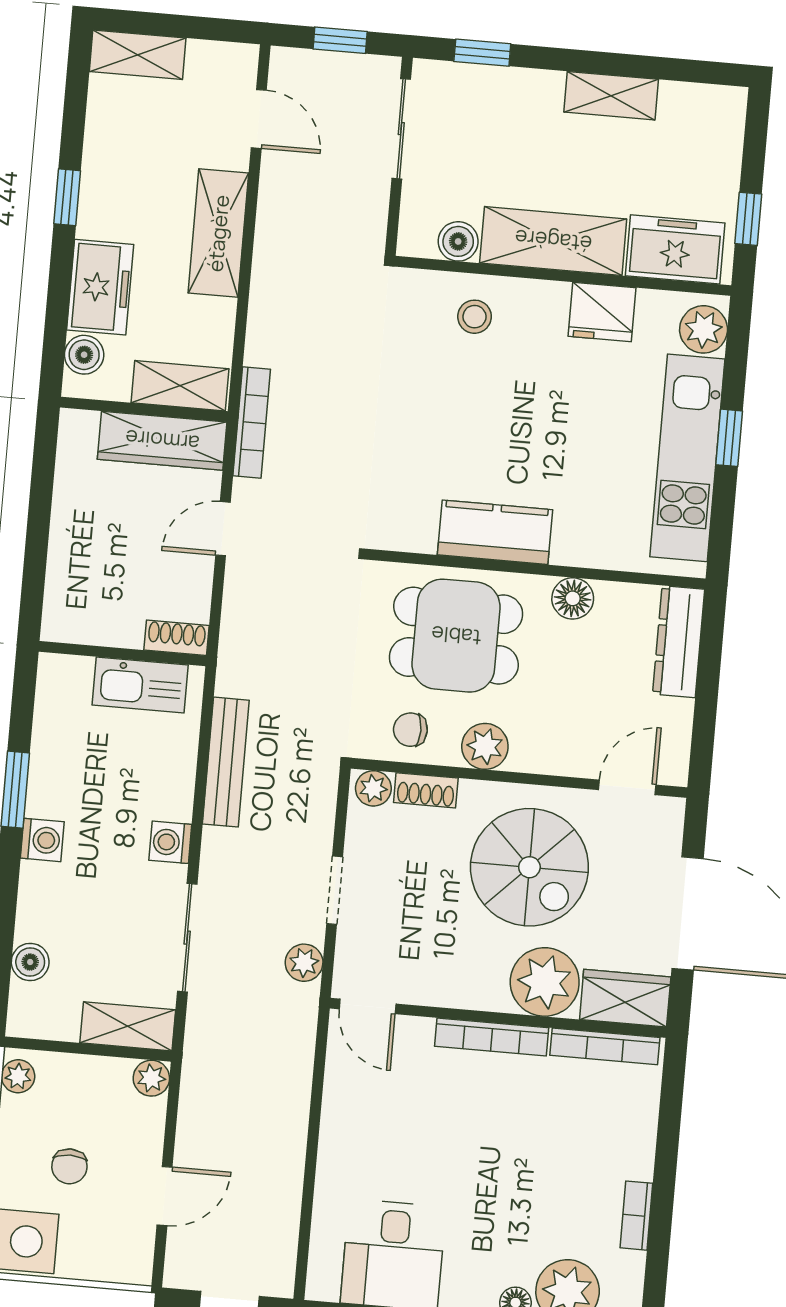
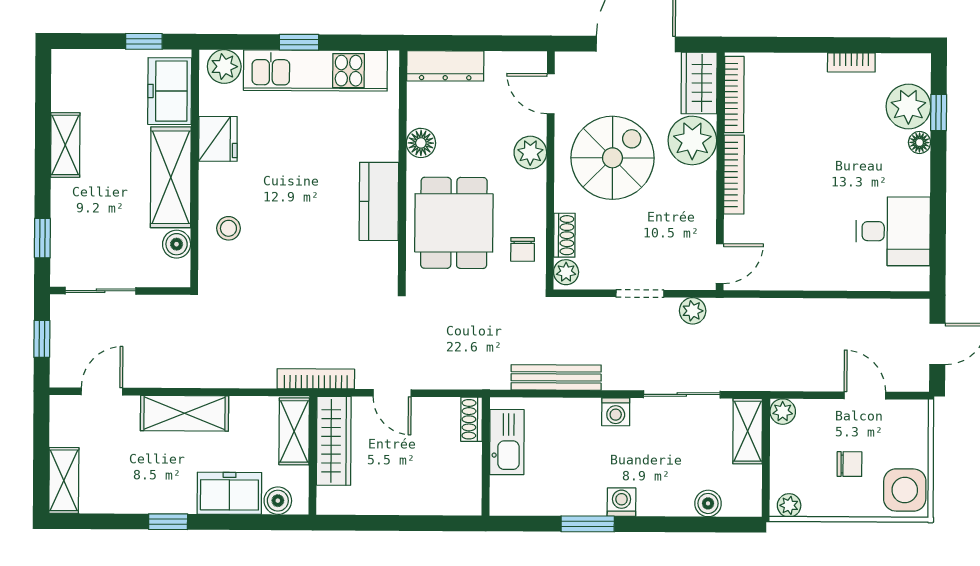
plant: (485, 746) -> (530, 153), moved

